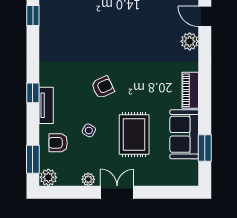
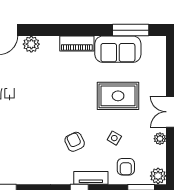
armchair: (103, 87) -> (75, 142), moved
window: (205, 148) -> (131, 30), width x1.44

